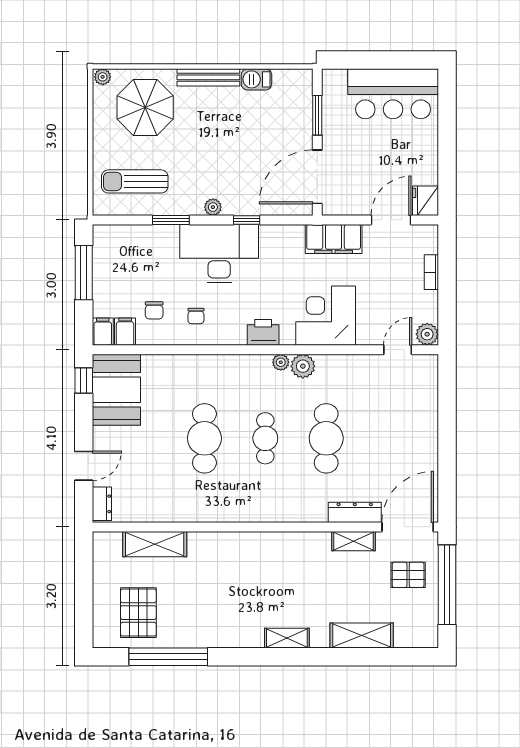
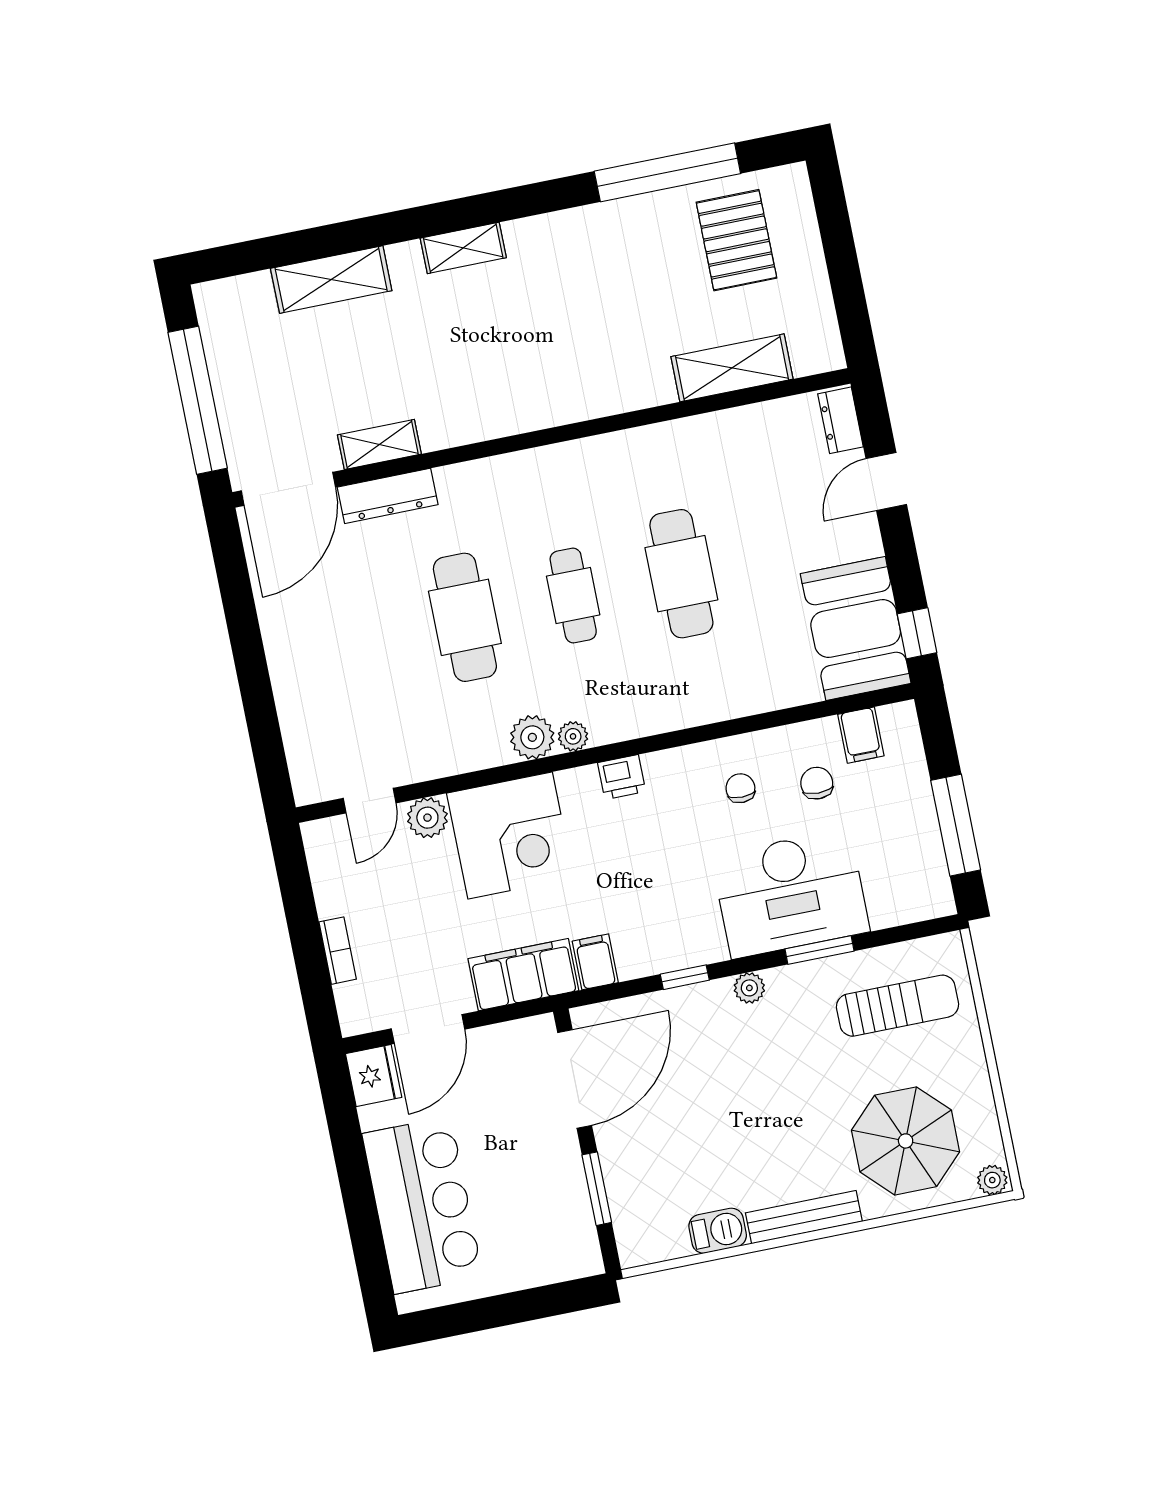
bar counter: (393, 94) -> (422, 1205), moved, turned 90
desk: (219, 254) -> (791, 894), moved
filing cabinet: (103, 332) -> (595, 962), moved, turned 180
printer: (263, 332) -> (622, 777), width x0.73, depth x0.81
plant: (427, 334) -> (427, 818), moved
pallet: (408, 575) -> (270, 404), removed

